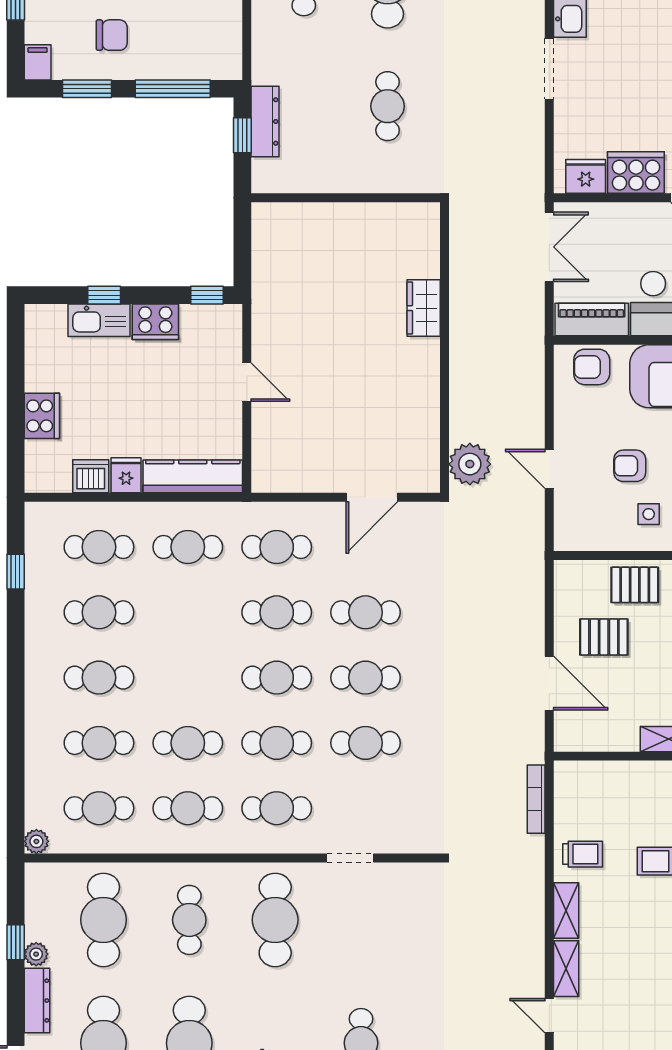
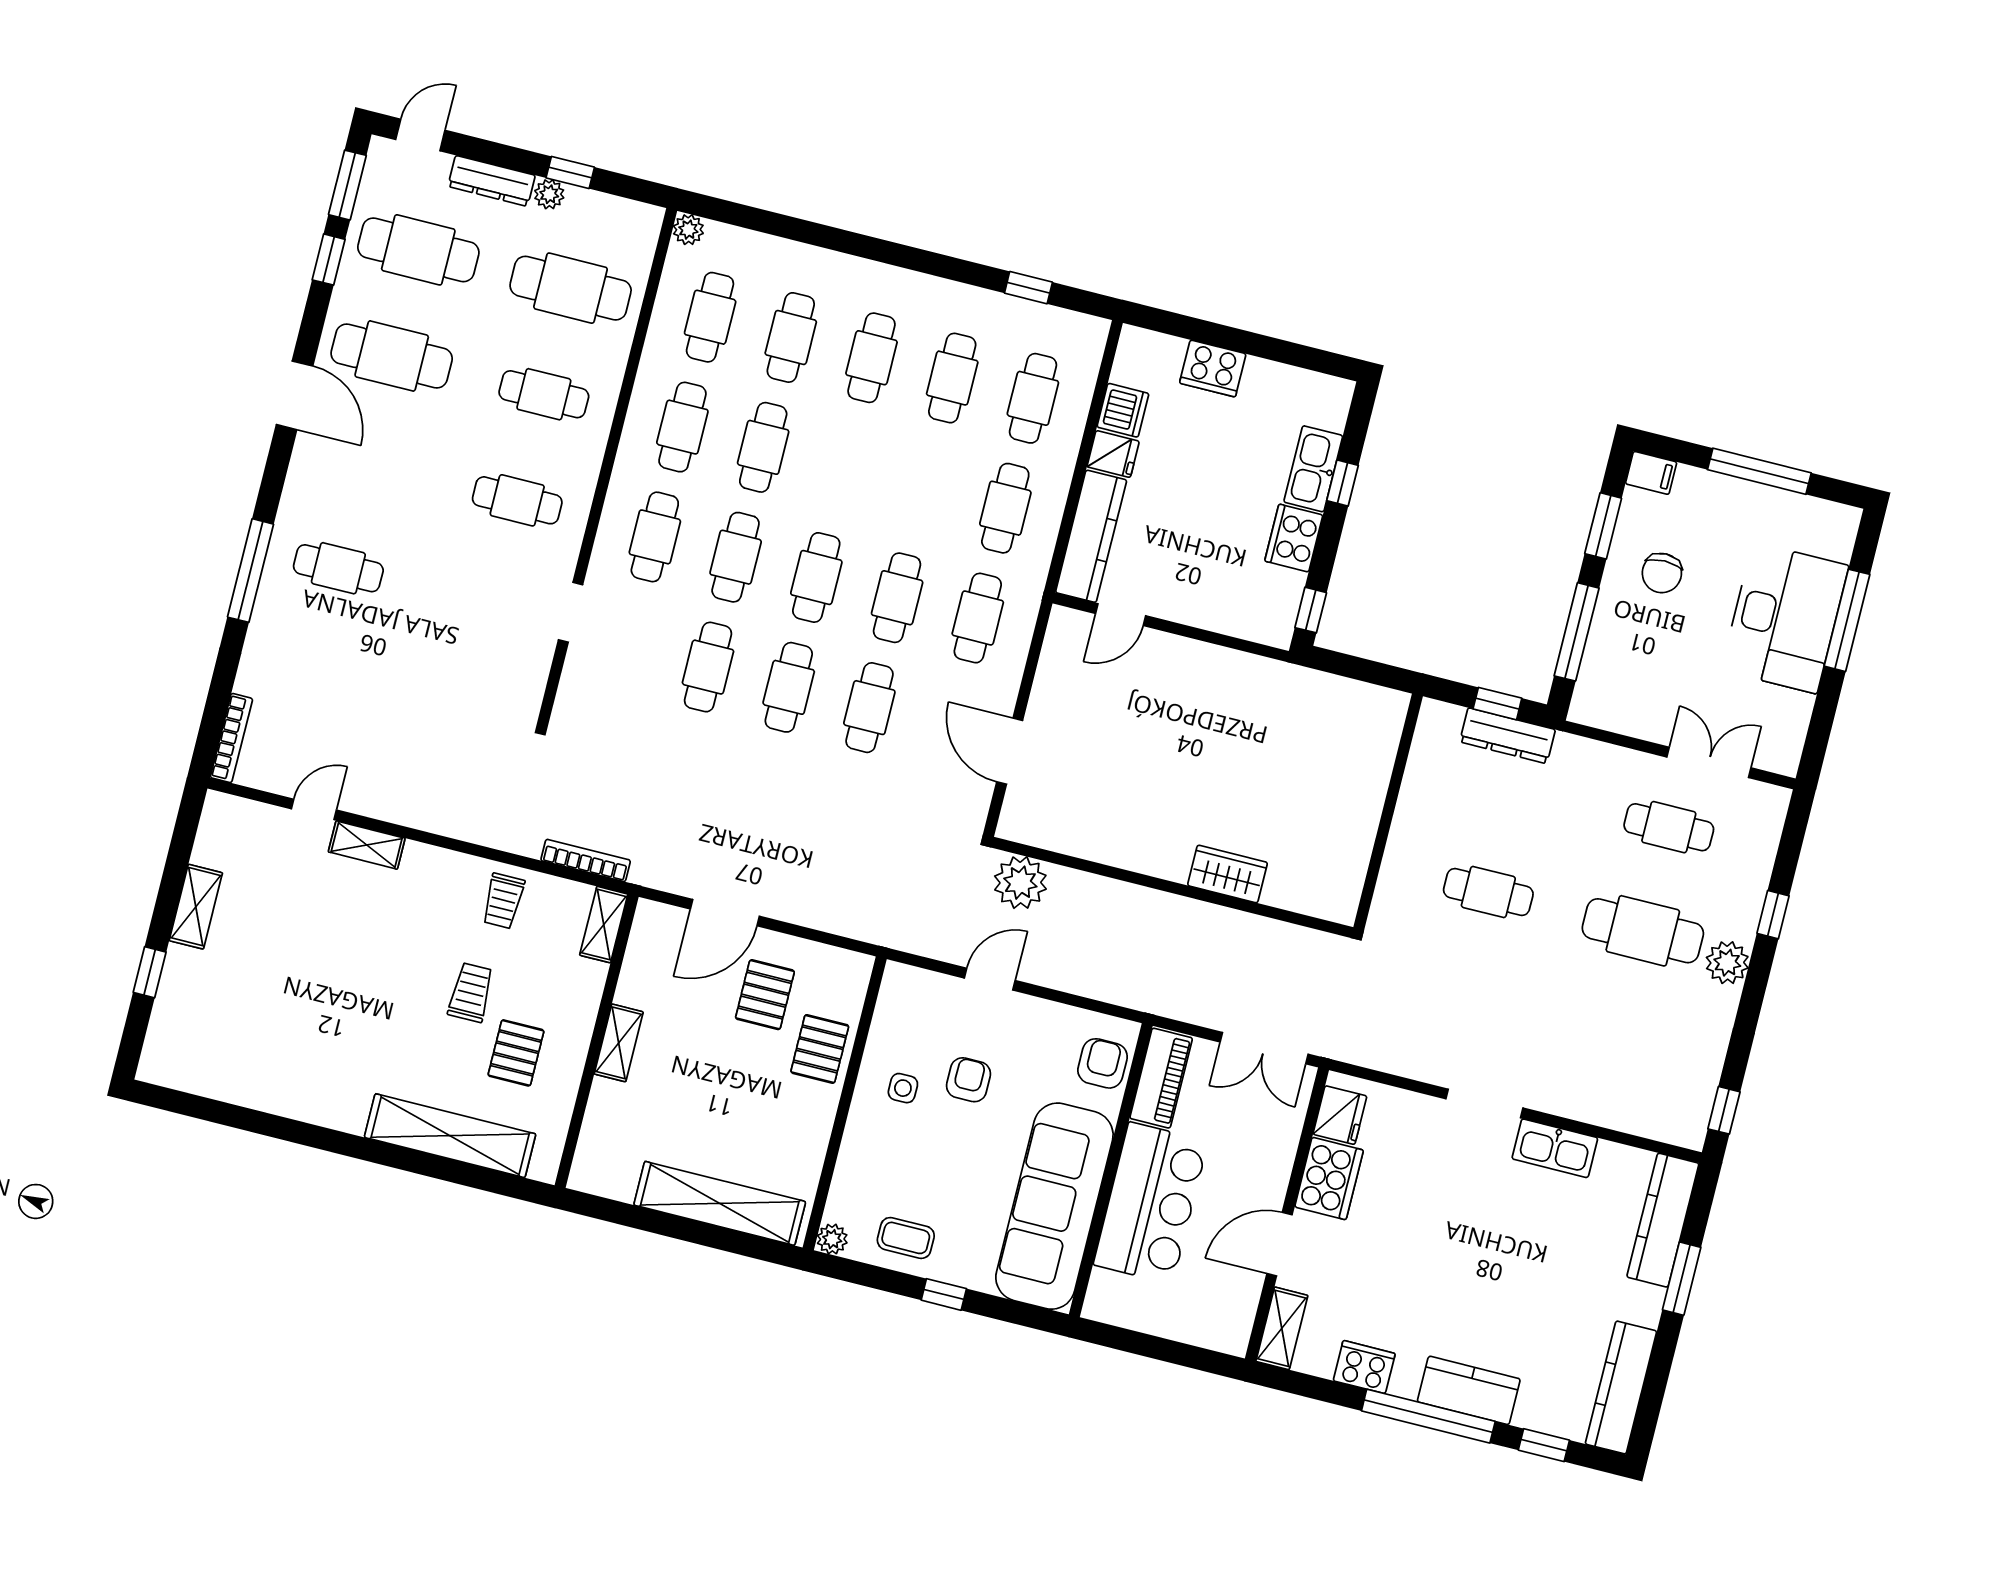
door: (247, 382) -> (1121, 615), moved
shelving: (566, 910) -> (604, 925), moved, turned 90
cafe table: (275, 920) -> (517, 500), width x0.73, depth x0.74

